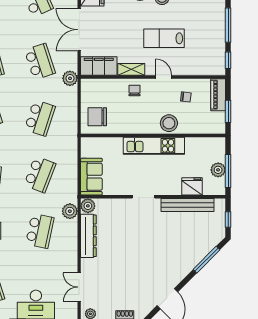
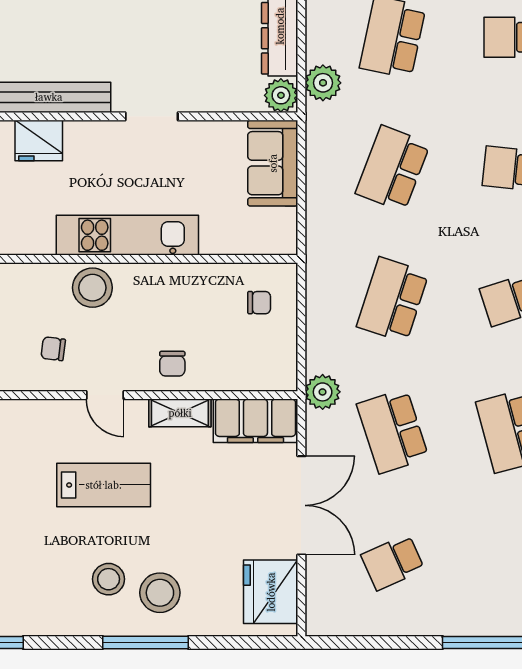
chair: (97, 117) -> (259, 303), width x0.54, depth x0.54

